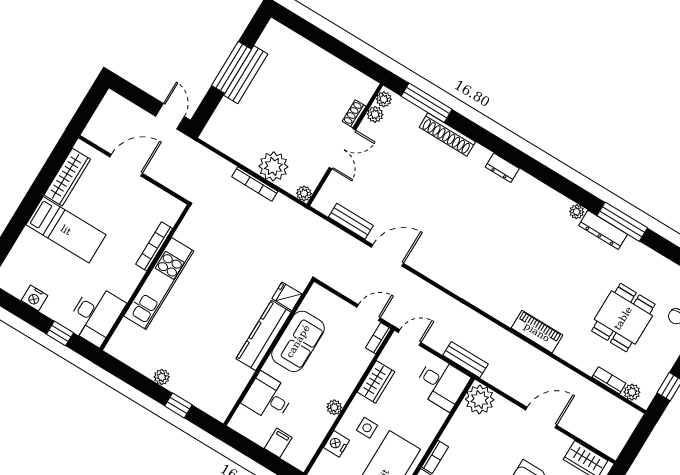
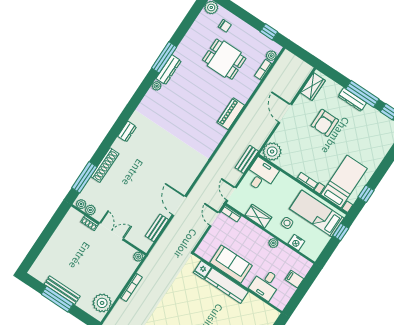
plant: (273, 166) -> (102, 303), moved

